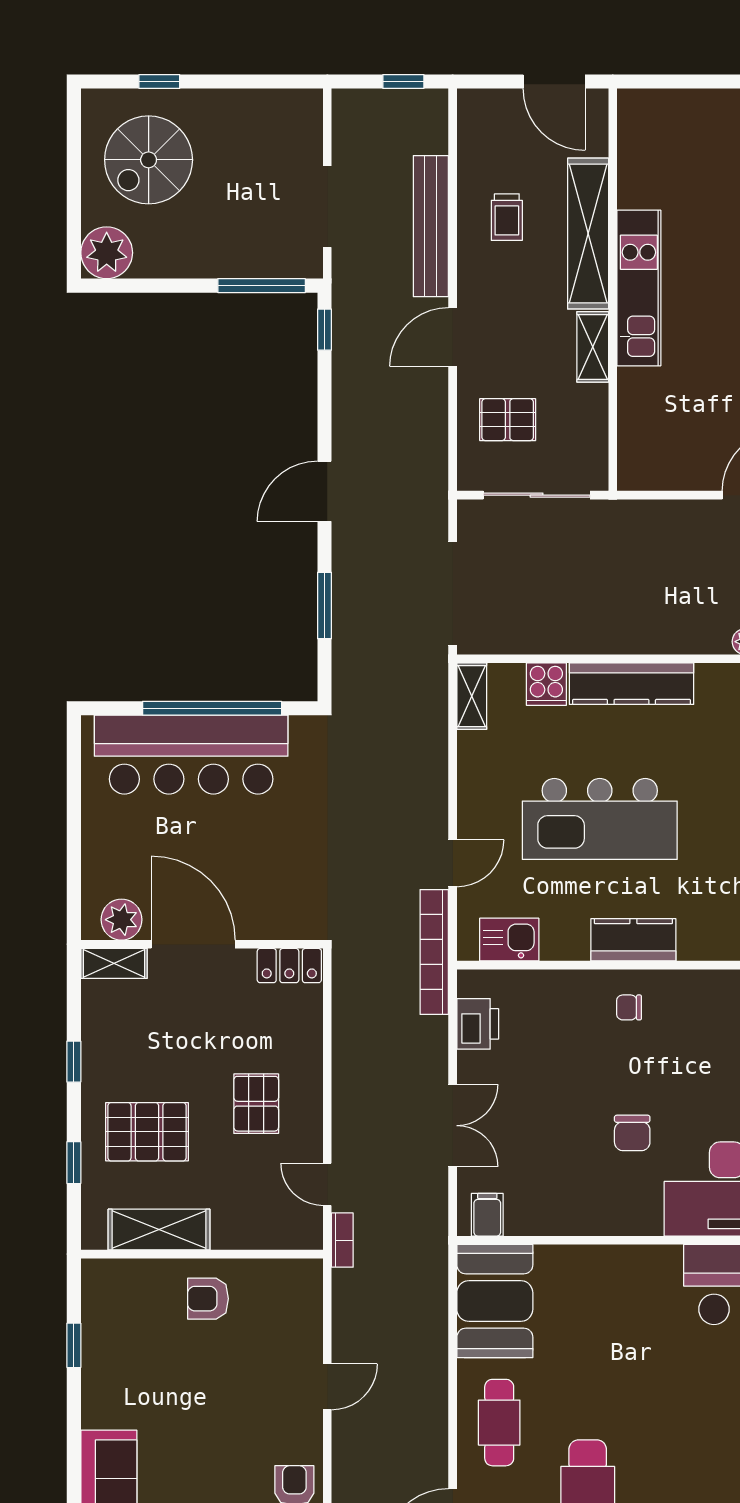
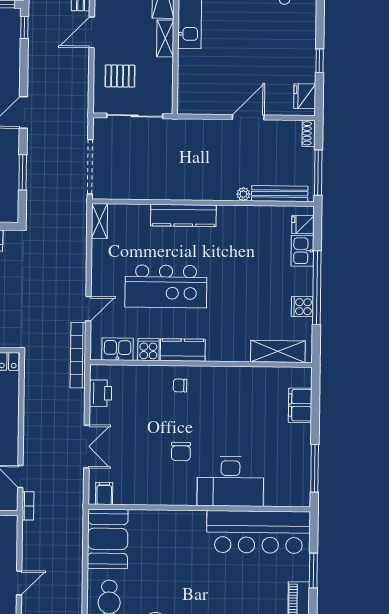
cooker: (546, 684) -> (148, 350), moved, turned 180

